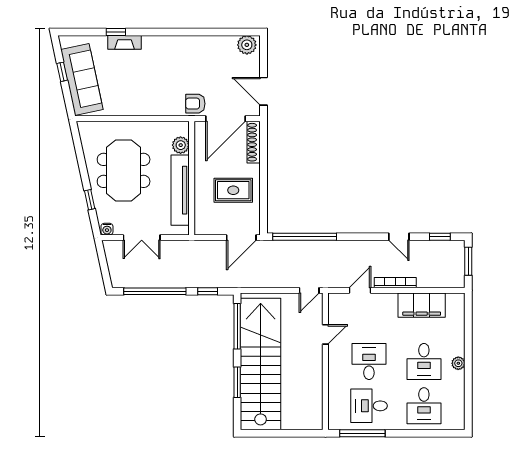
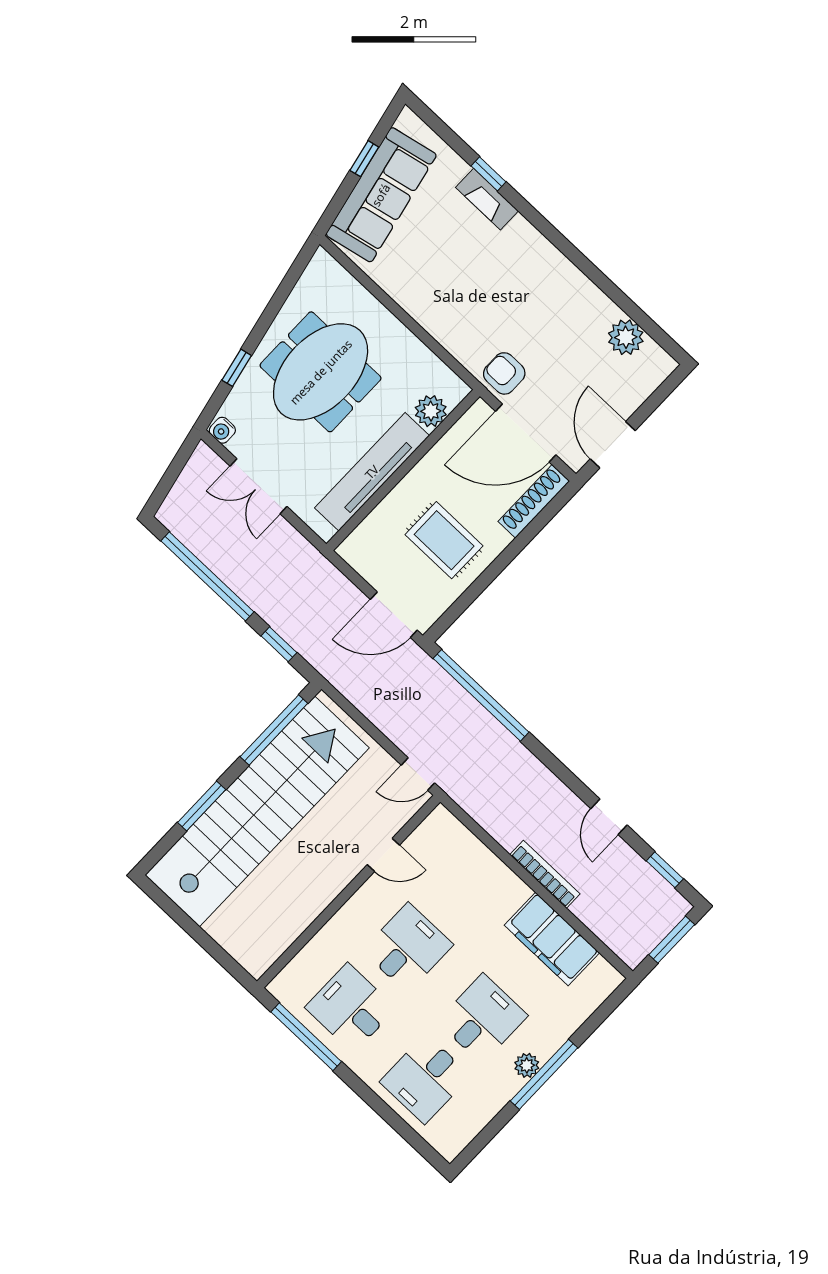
plant: (247, 45) -> (626, 337), moved
door: (360, 290) -> (487, 840), removed
window: (468, 360) -> (544, 1074), added
desk: (424, 361) -> (482, 1019), turned 180

